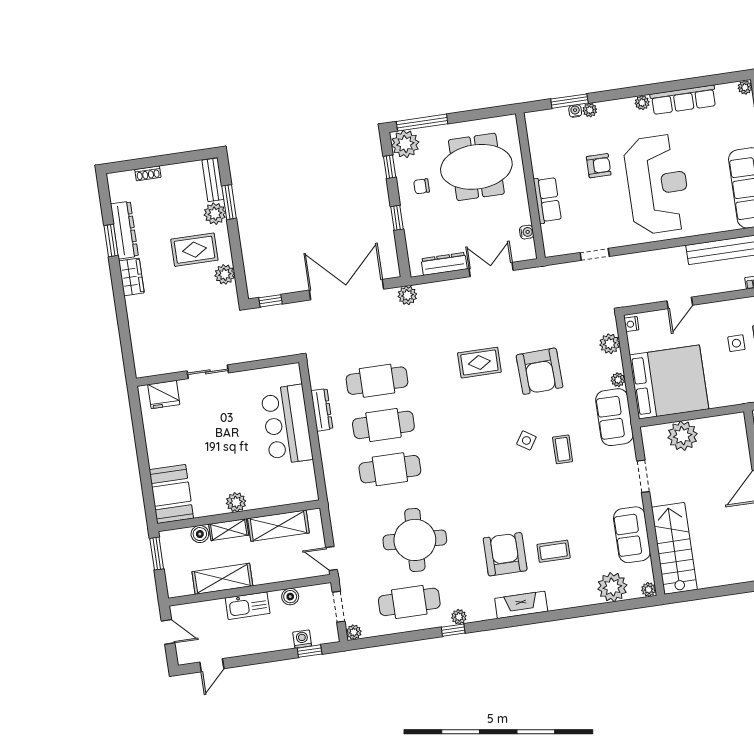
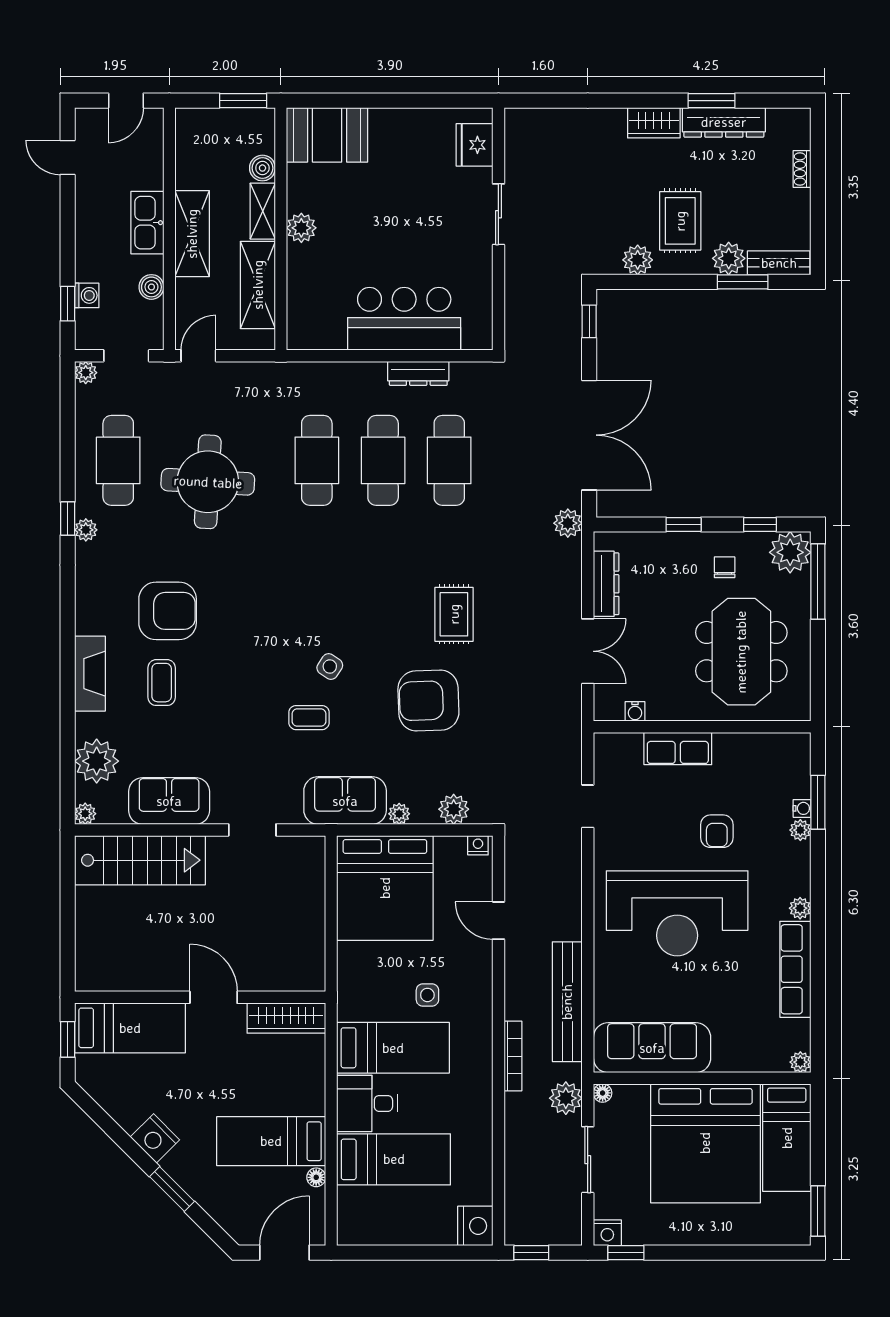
plant: (683, 436) -> (303, 896), removed
shelving: (222, 579) -> (192, 234), moved
fireplace: (521, 605) -> (90, 674), moved

